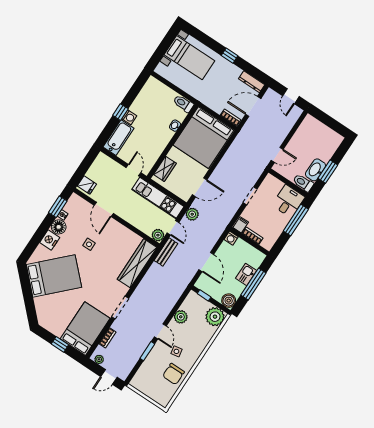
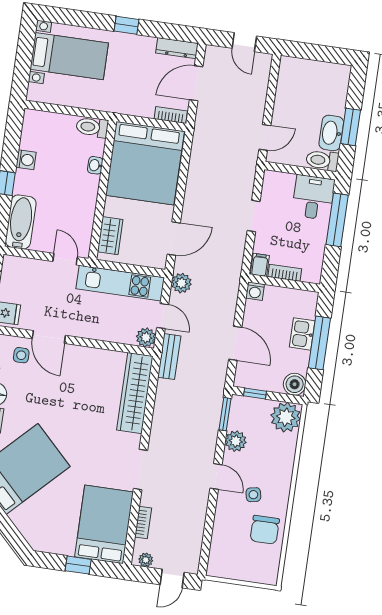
washing machine: (129, 117) -> (26, 160), moved
side table: (89, 244) -> (21, 355), moved
window: (147, 351) -> (225, 414), moved

